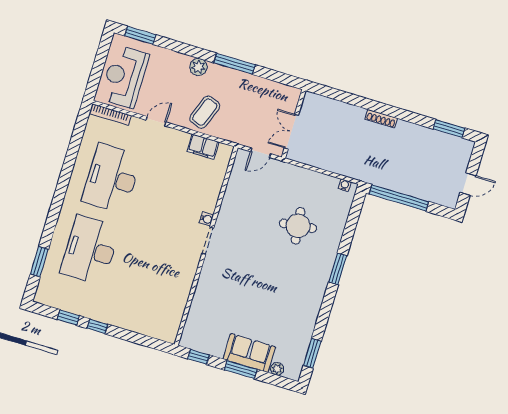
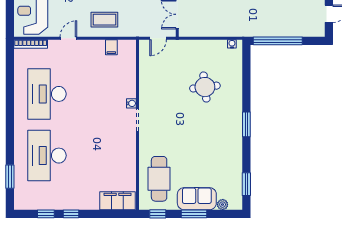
coffee table: (205, 112) -> (104, 20), turned 70
filing cabinet: (203, 147) -> (111, 47), width x0.50
window: (338, 269) -> (246, 124), moved
cafe table: (212, 317) -> (159, 179), added
filing cabinet: (156, 327) -> (118, 201), added

